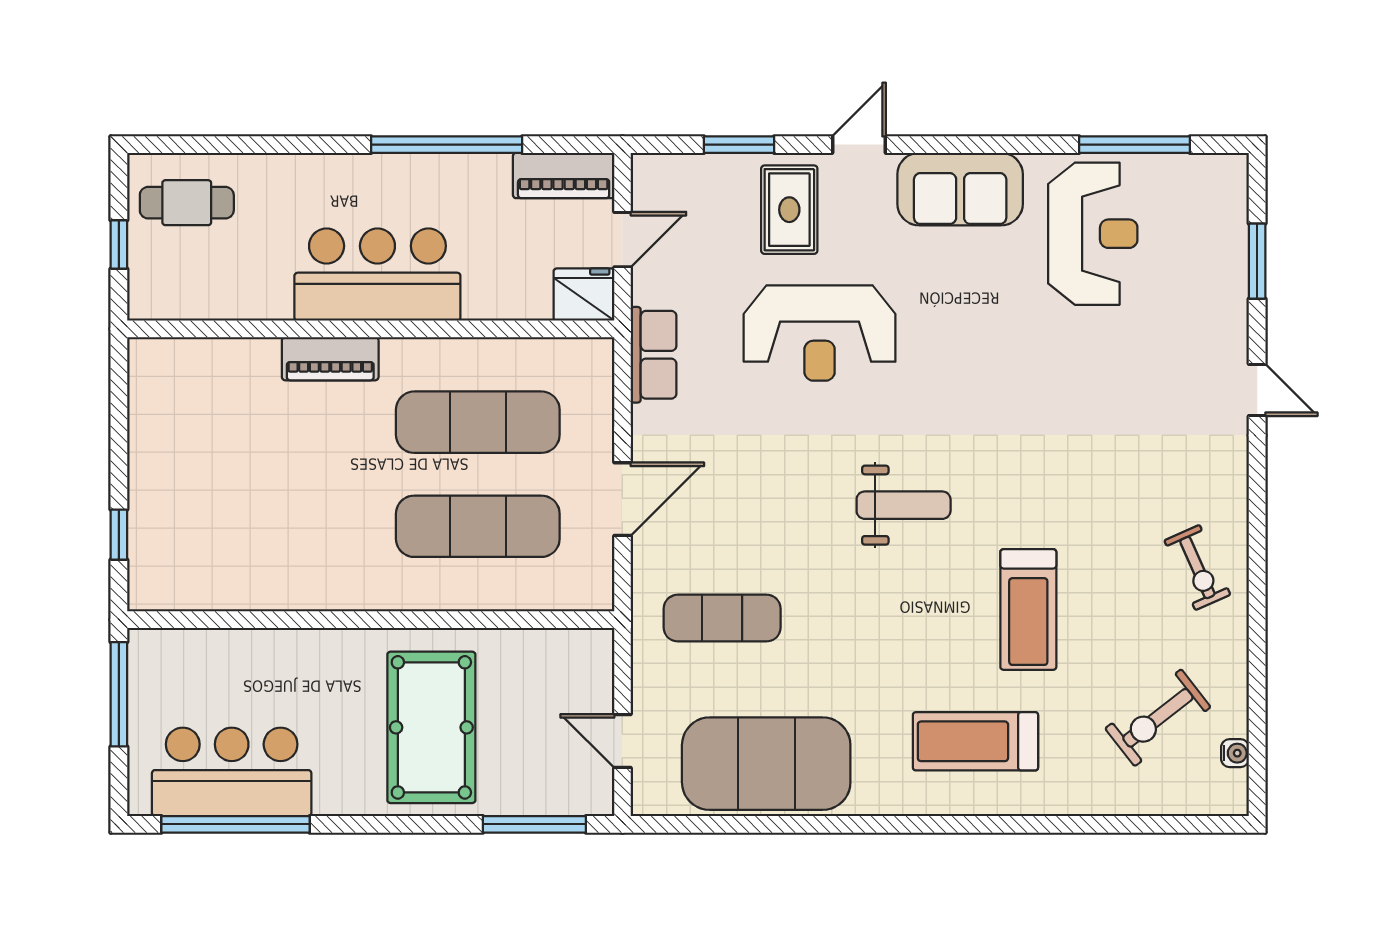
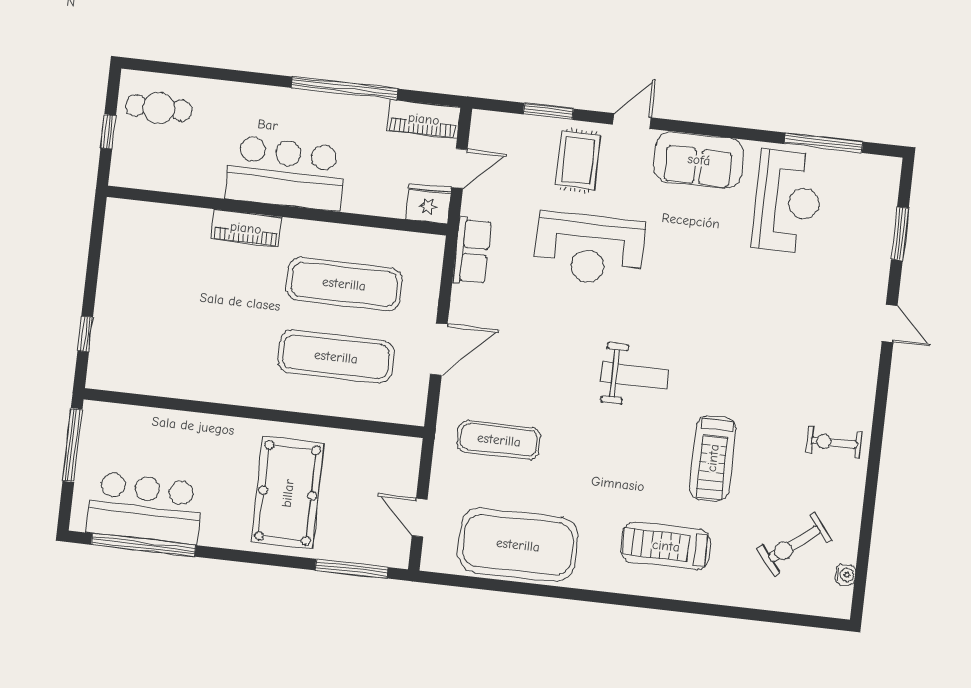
exercise bike: (1197, 568) -> (834, 442), turned 114

